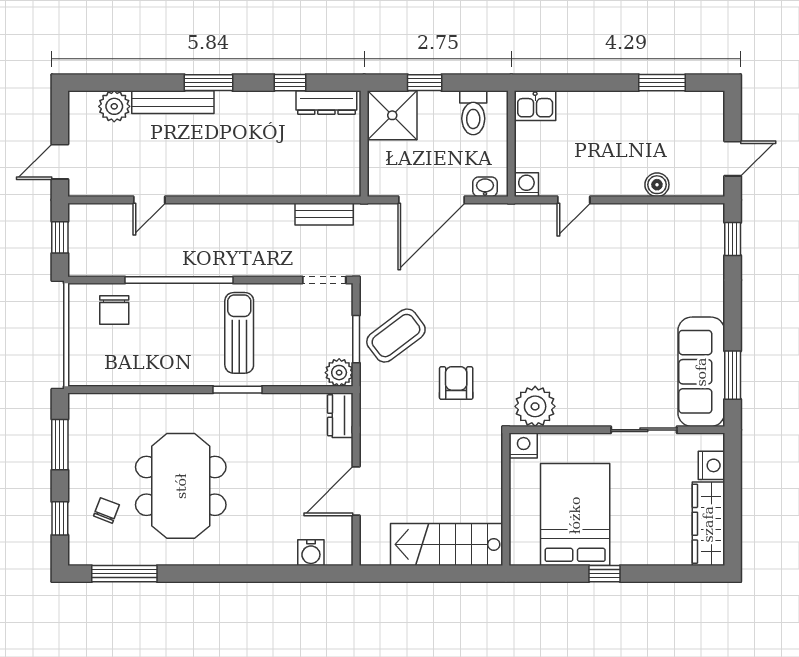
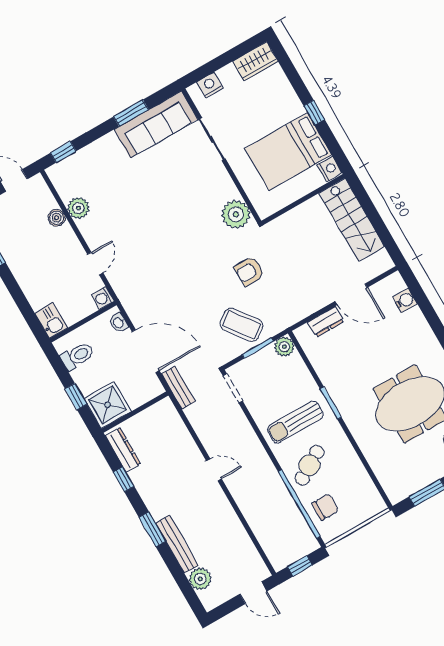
door: (149, 200) -> (214, 470), moved
door: (574, 200) -> (95, 264), hinge flipped
bench: (324, 214) -> (178, 388), moved
plant: (653, 218) -> (78, 208), added
window: (179, 280) -> (299, 504), moved
cafe table: (176, 320) -> (309, 465), added
window: (733, 375) -> (131, 113), moved
dresser: (340, 415) -> (326, 322), moved
nightstand: (524, 446) -> (330, 169), moved, turned 180
wardrobe: (708, 524) -> (255, 61), width x0.67

